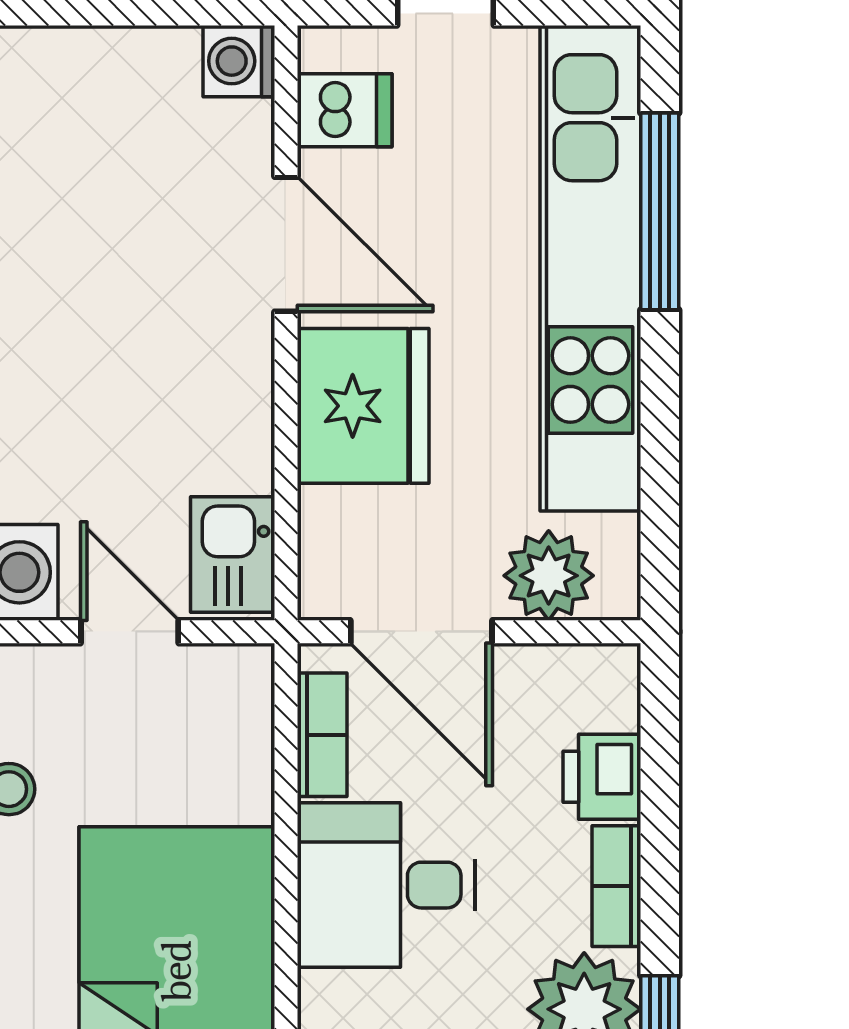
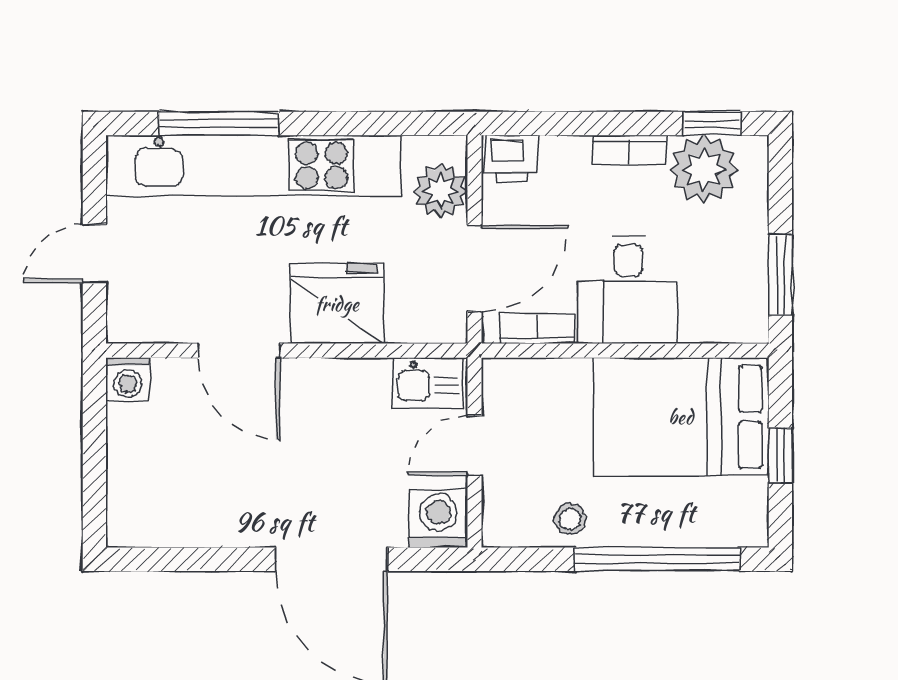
dishwasher: (345, 110) -> (158, 315), removed
door: (286, 244) -> (239, 351), swing flipped
printer: (602, 777) -> (512, 159), moved

